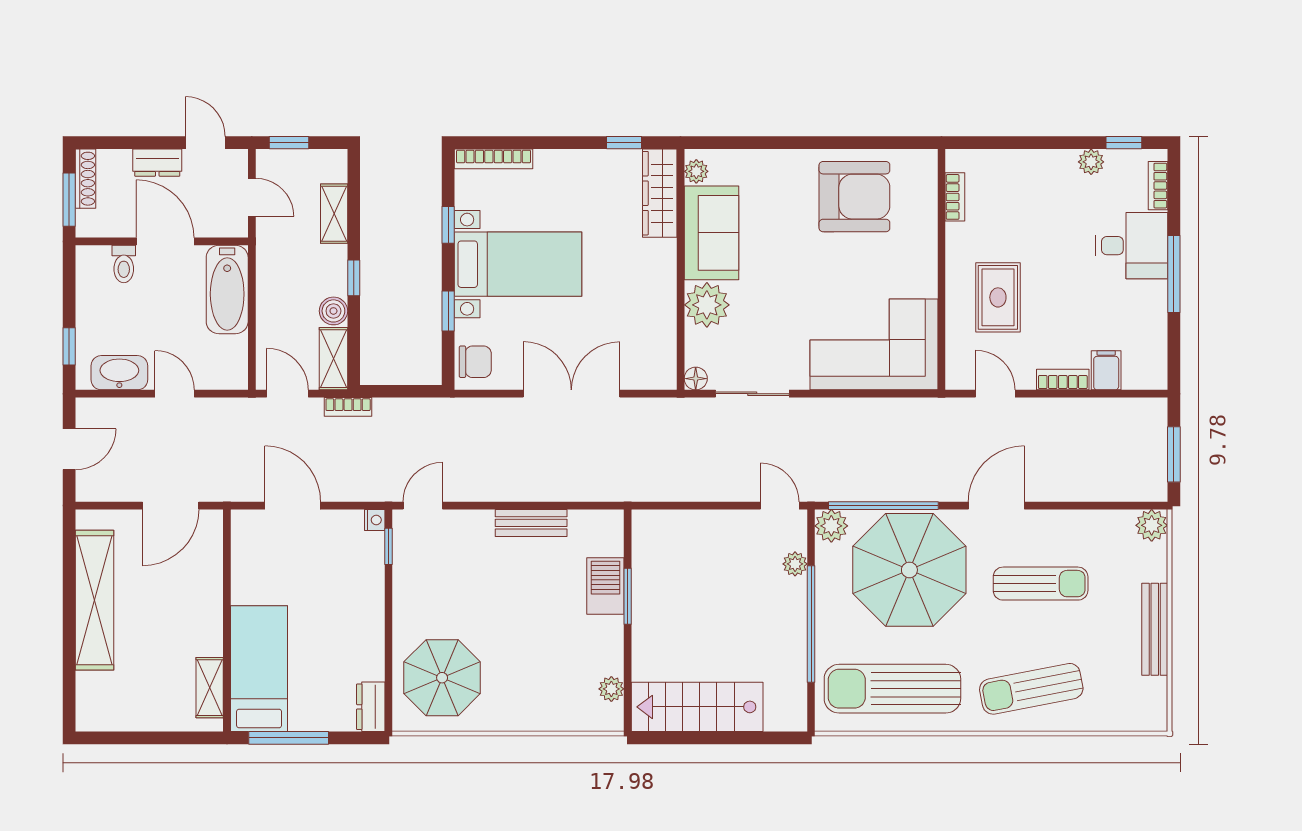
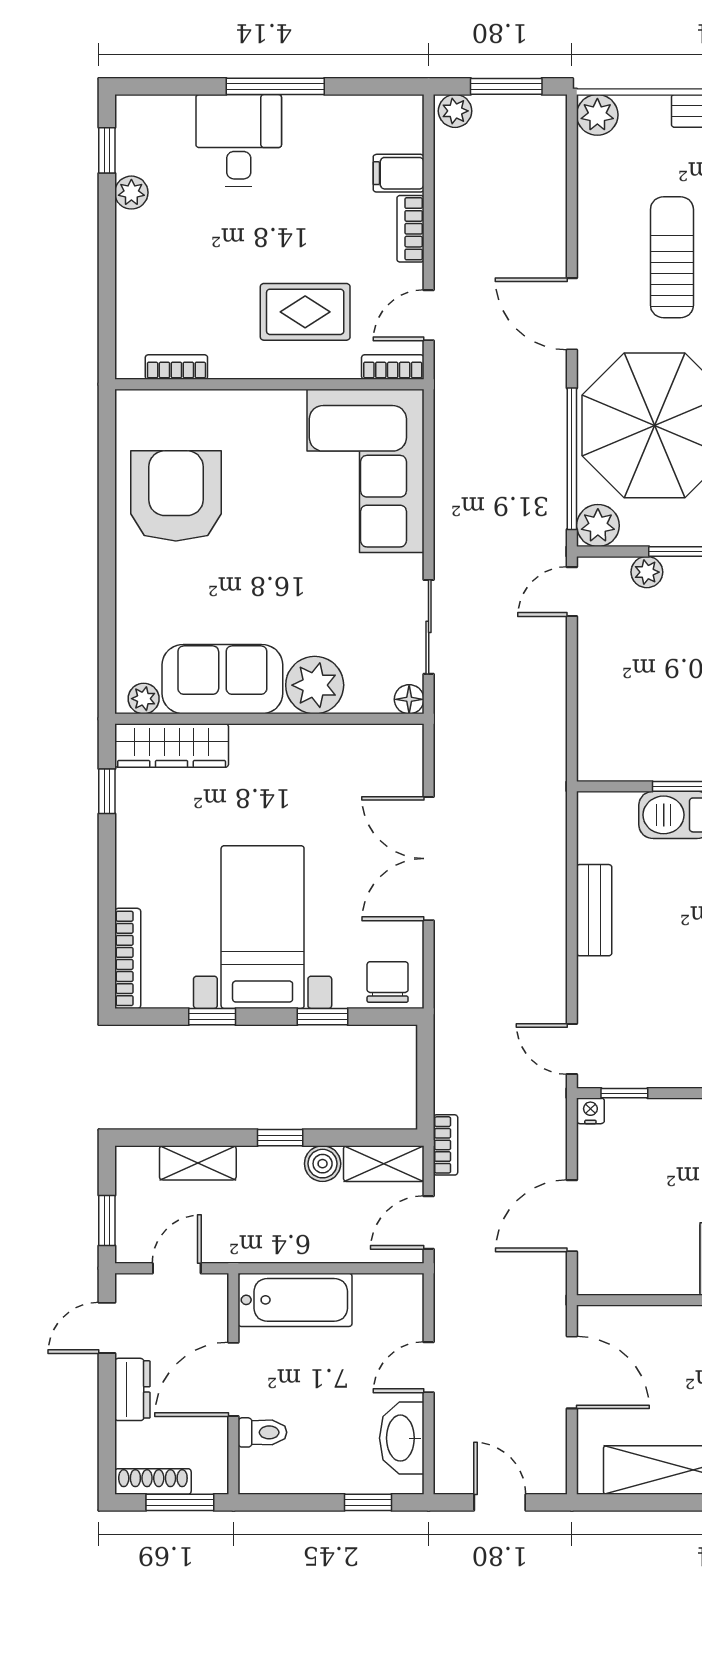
bookcase: (1158, 186) -> (393, 367), moved, turned 180
plant: (1155, 414) -> (455, 111), added

